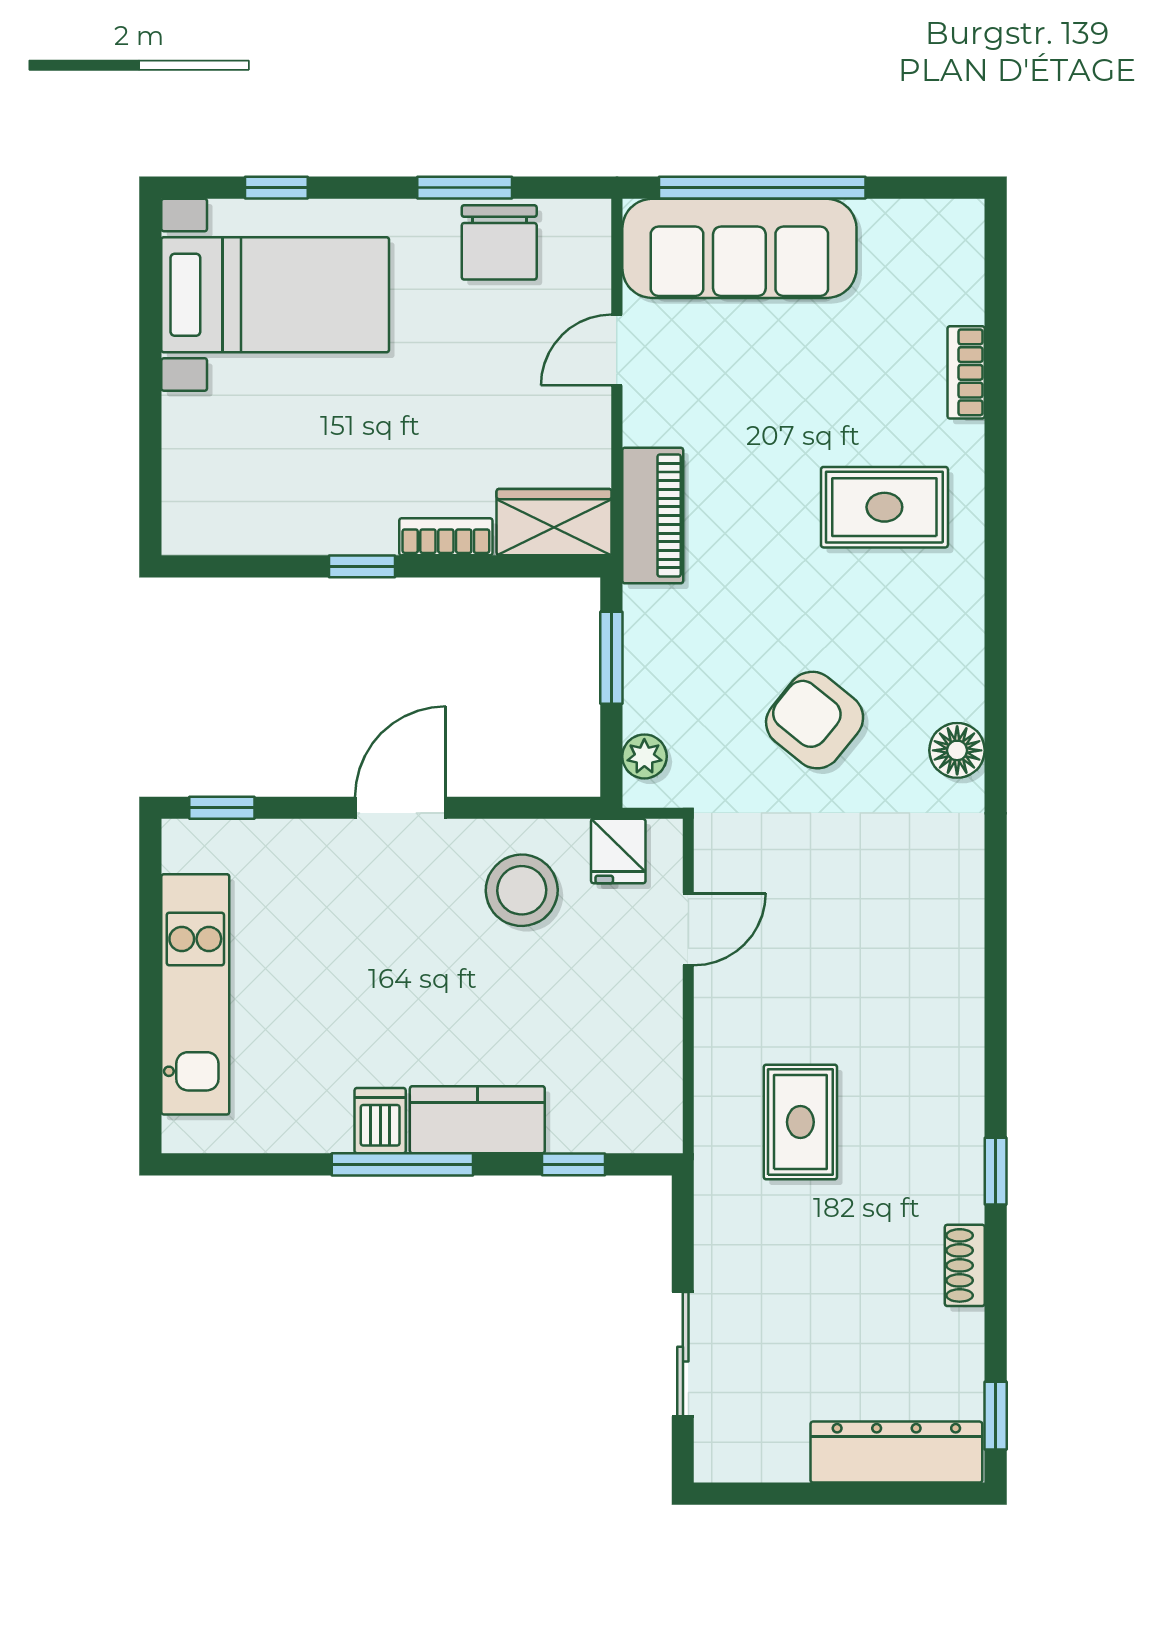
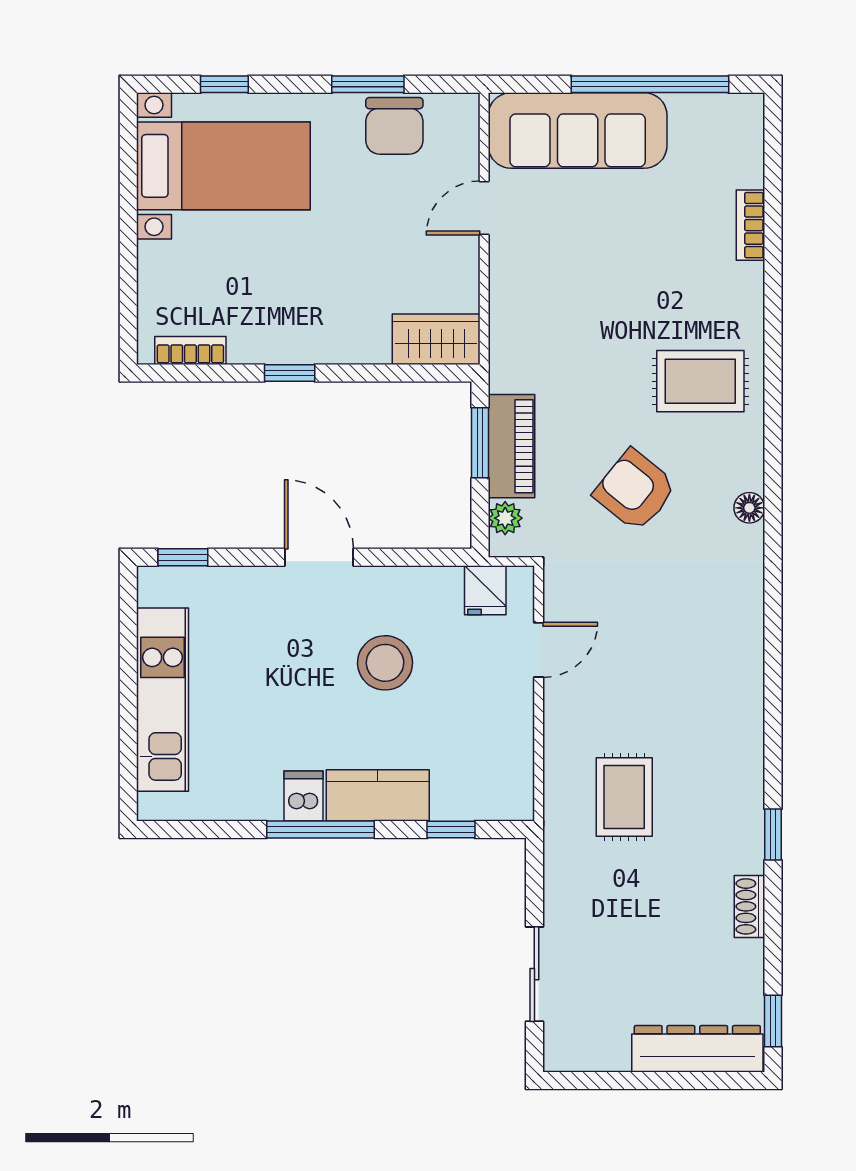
window: (762, 188) -> (650, 84), moved
rug: (884, 507) -> (700, 381), moved
piano: (653, 516) -> (512, 446), moved
bookcase: (446, 537) -> (190, 350), moved
floor lamp: (957, 750) -> (749, 508), width x0.73, depth x0.73
door: (400, 808) -> (319, 557), hinge flipped
stool: (522, 890) -> (385, 663), moved

